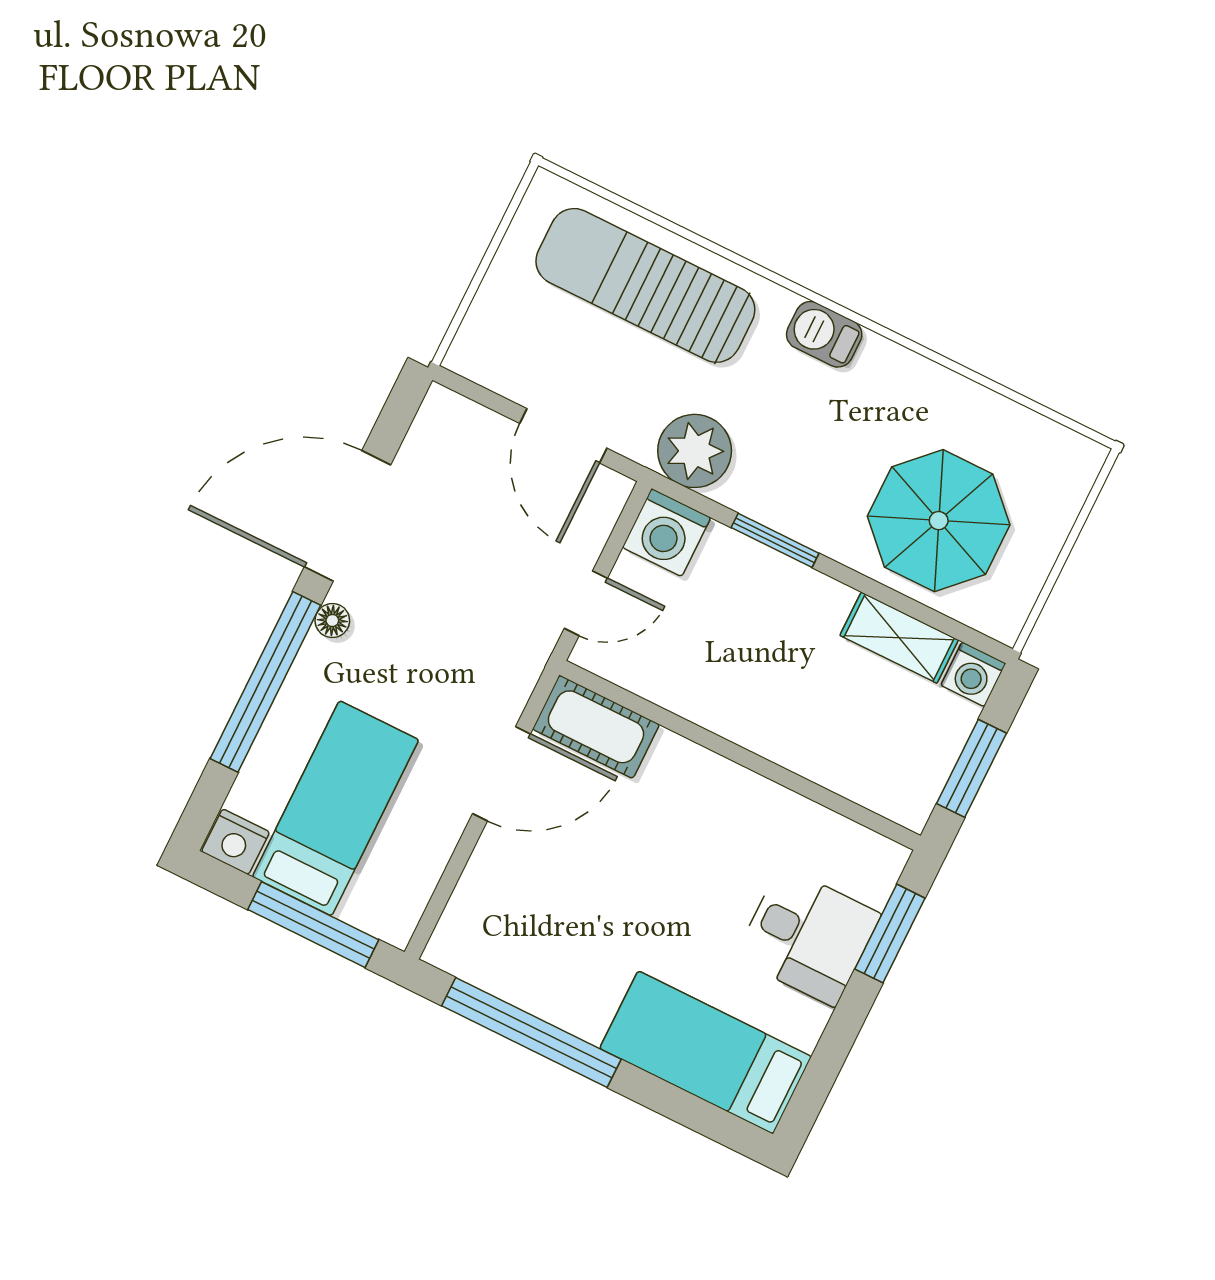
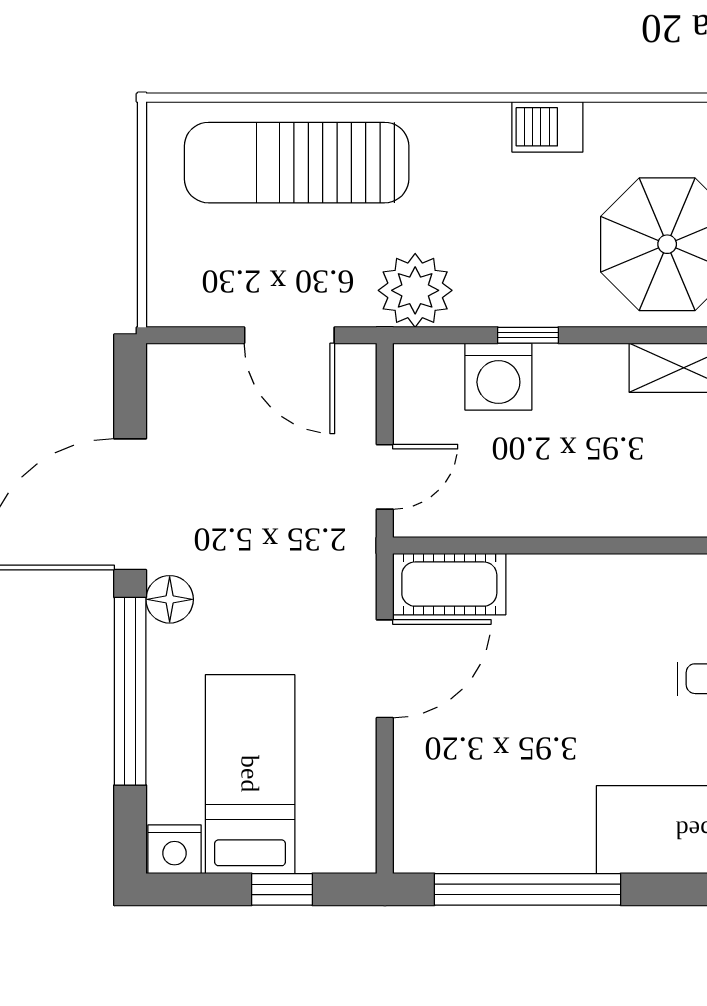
barbecue: (824, 334) -> (547, 127), moved
washing machine: (666, 532) -> (498, 377), moved
window: (775, 540) -> (528, 335), width x0.67
floor lamp: (332, 621) -> (170, 599), width x1.37, depth x1.37
window: (313, 925) -> (282, 889), width x0.46

